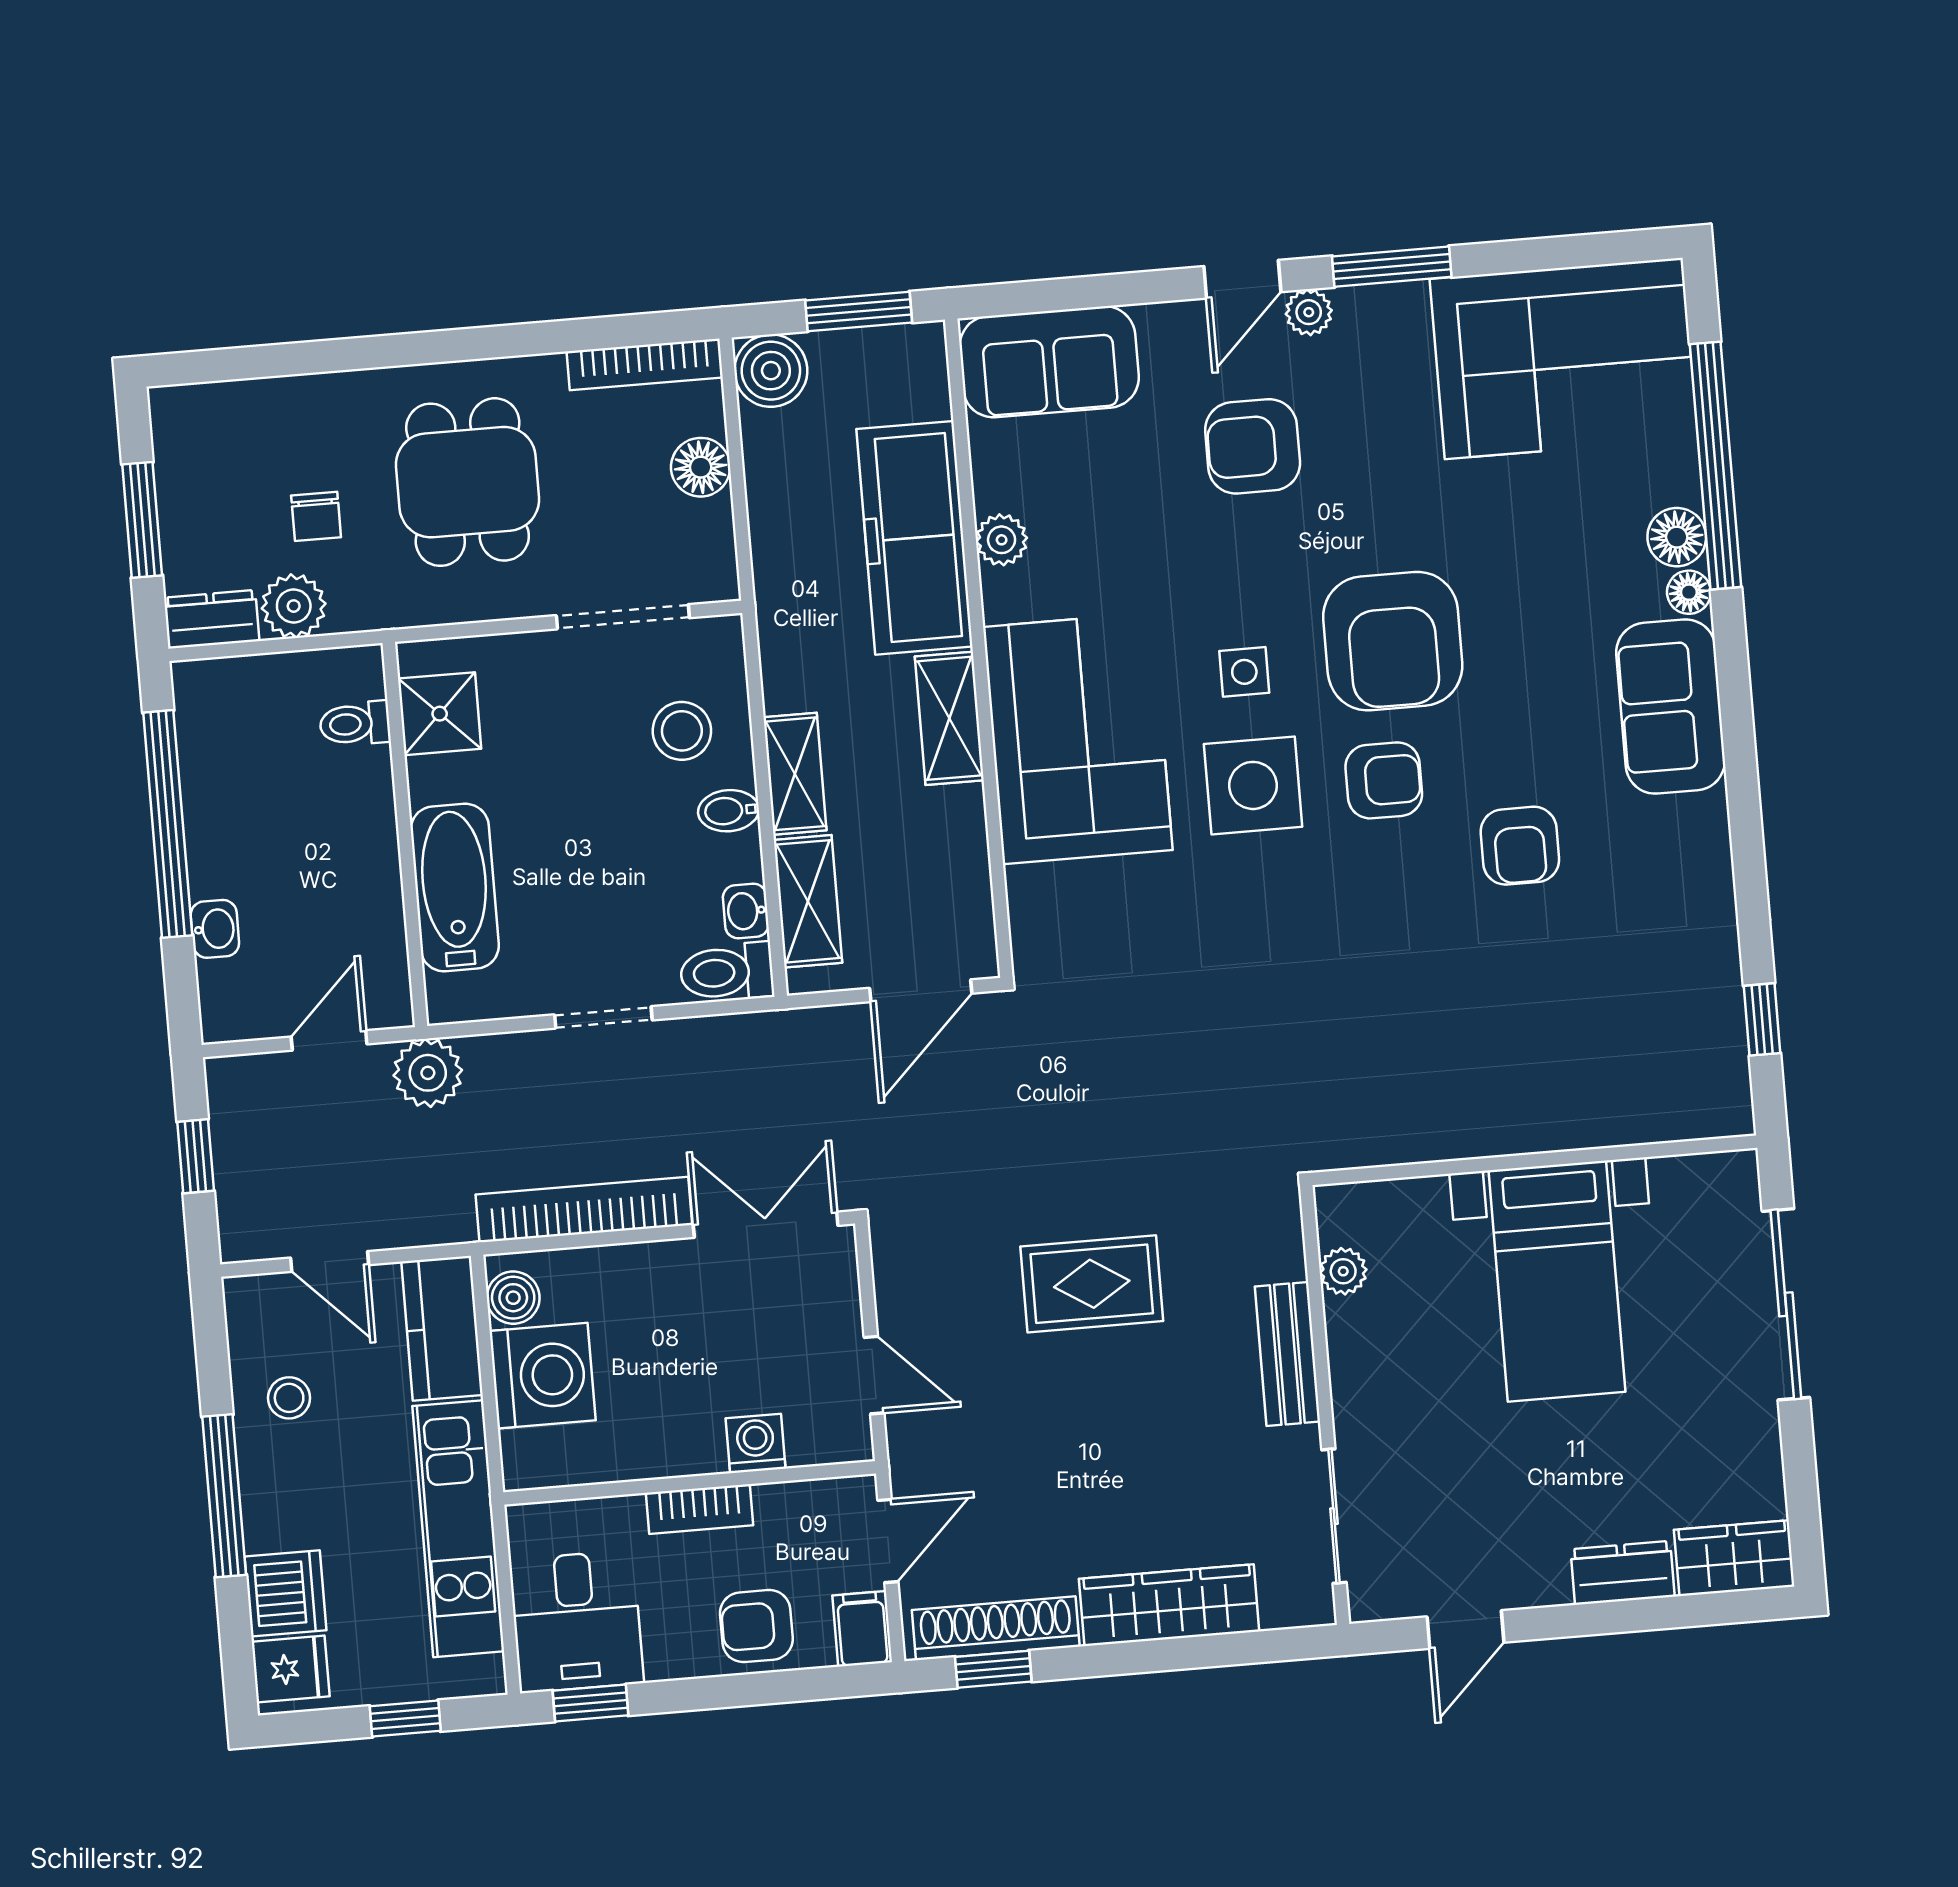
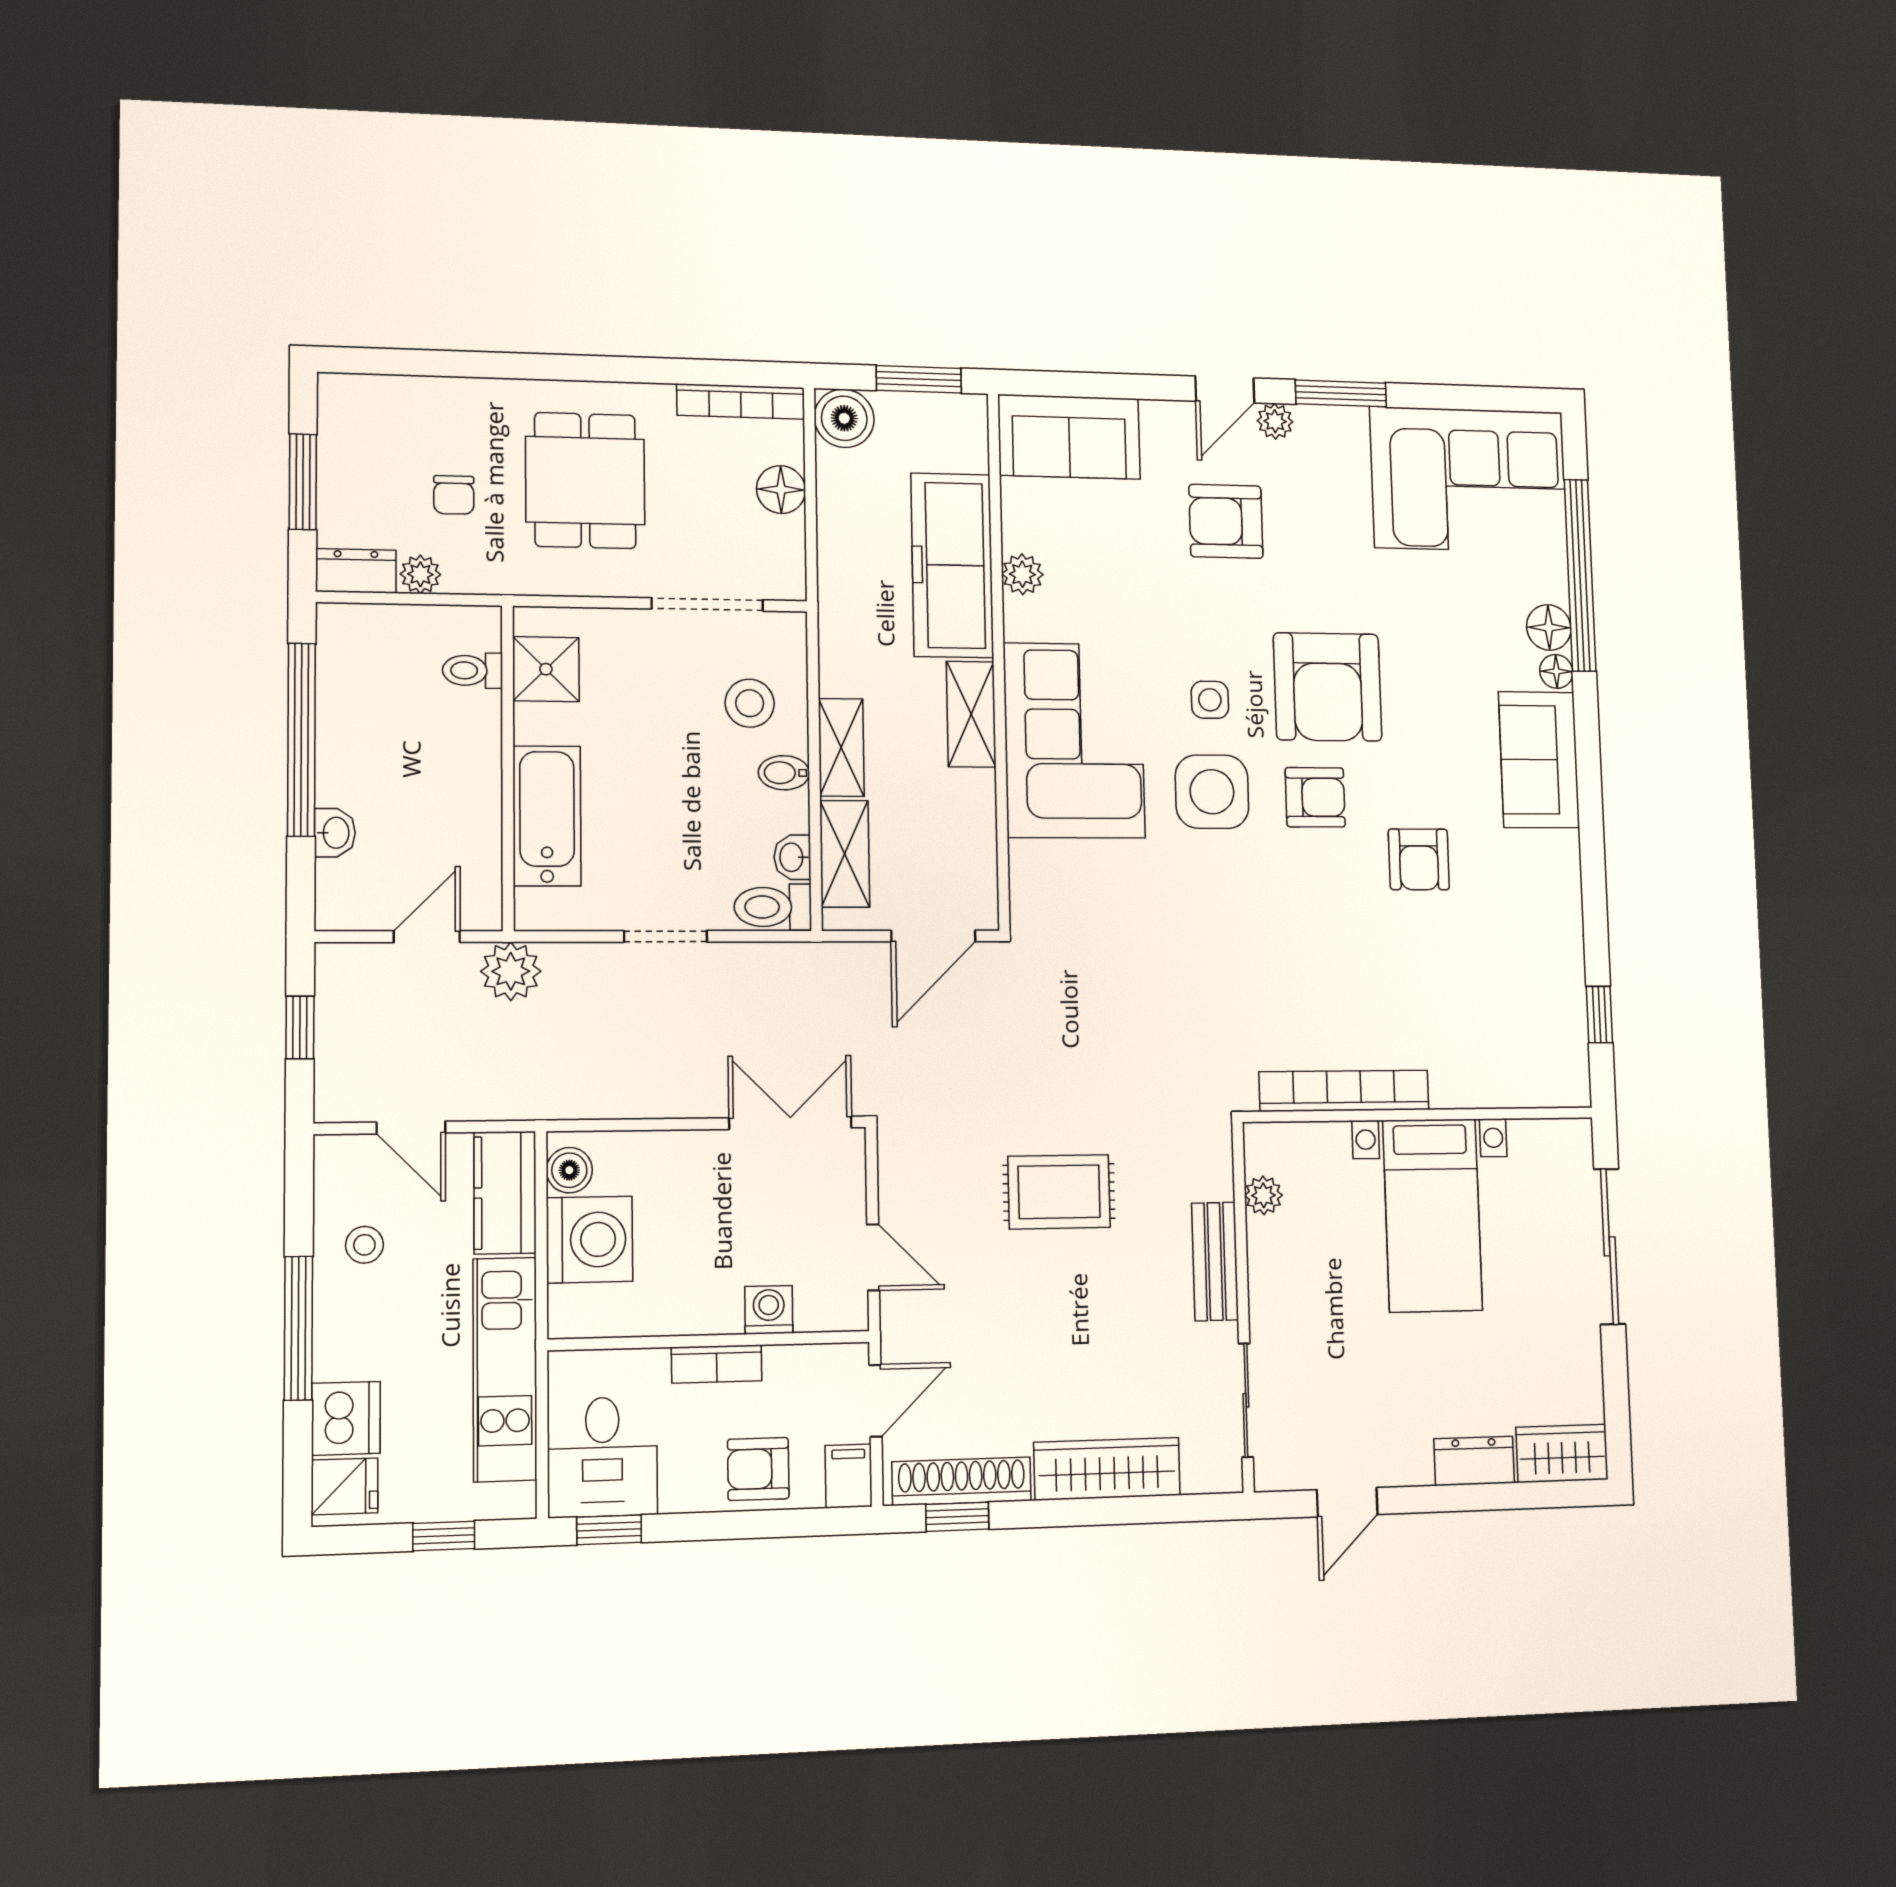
plant: (294, 606) -> (420, 574), width x0.73, depth x0.73
bookcase: (584, 1210) -> (1344, 1091), moved

